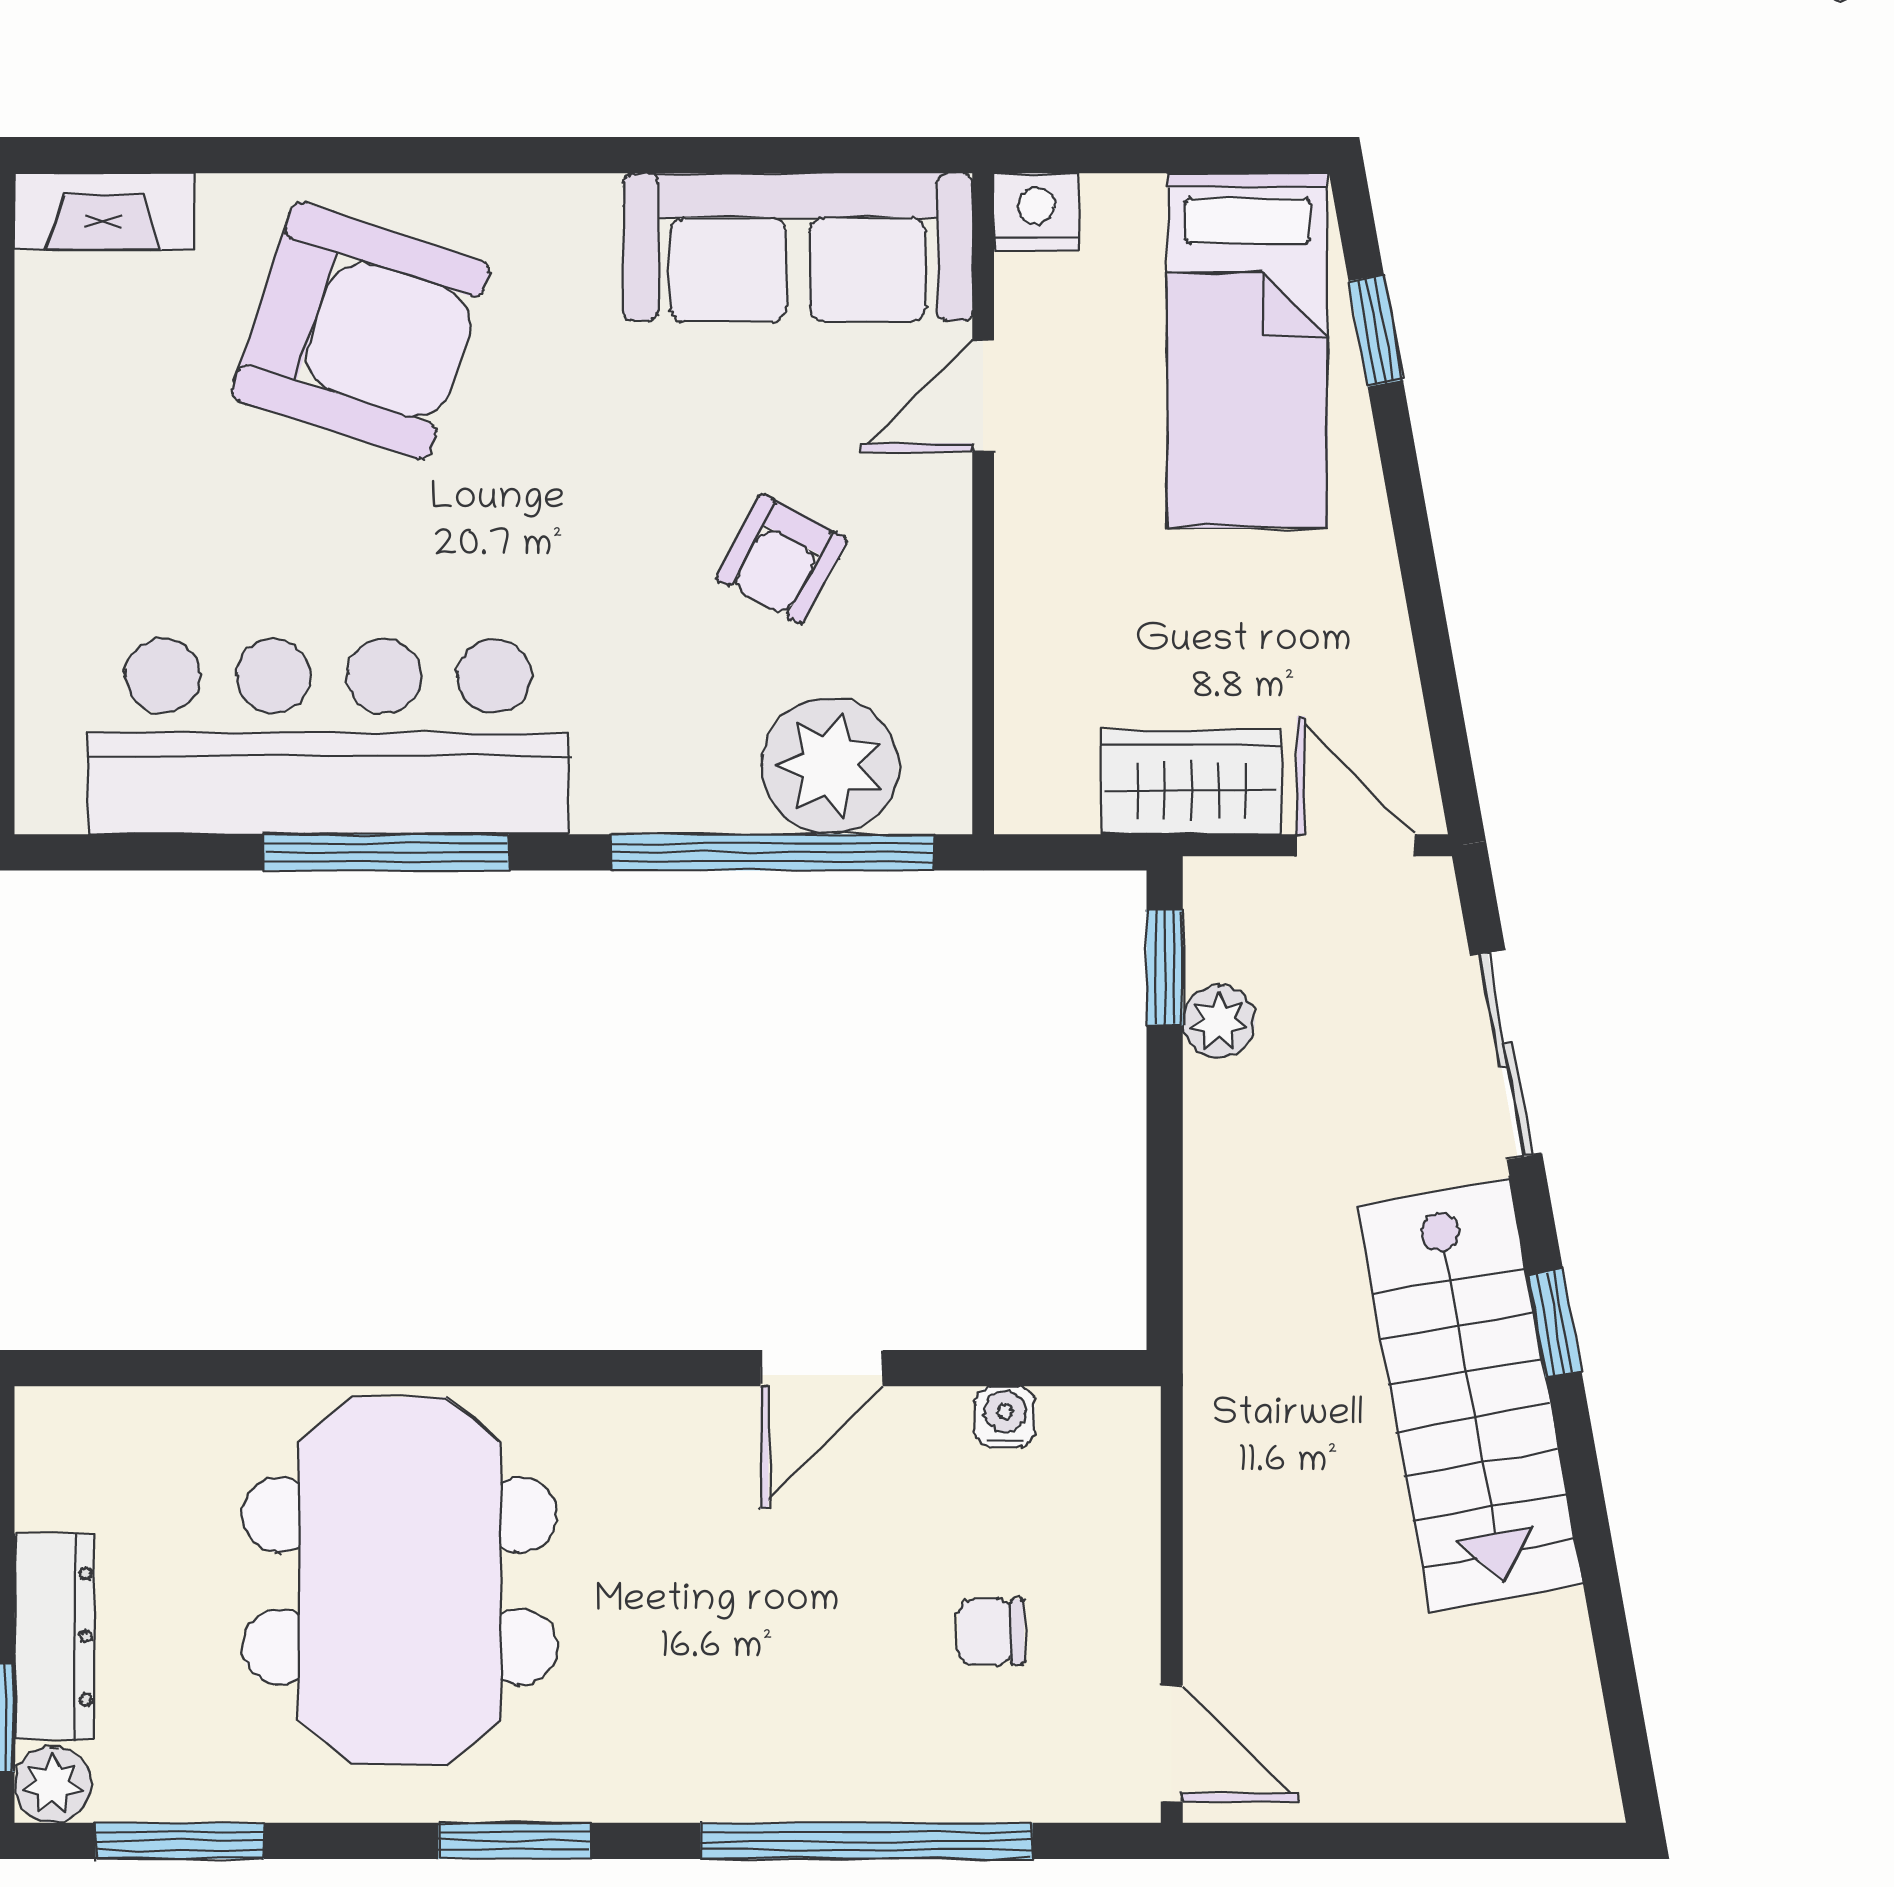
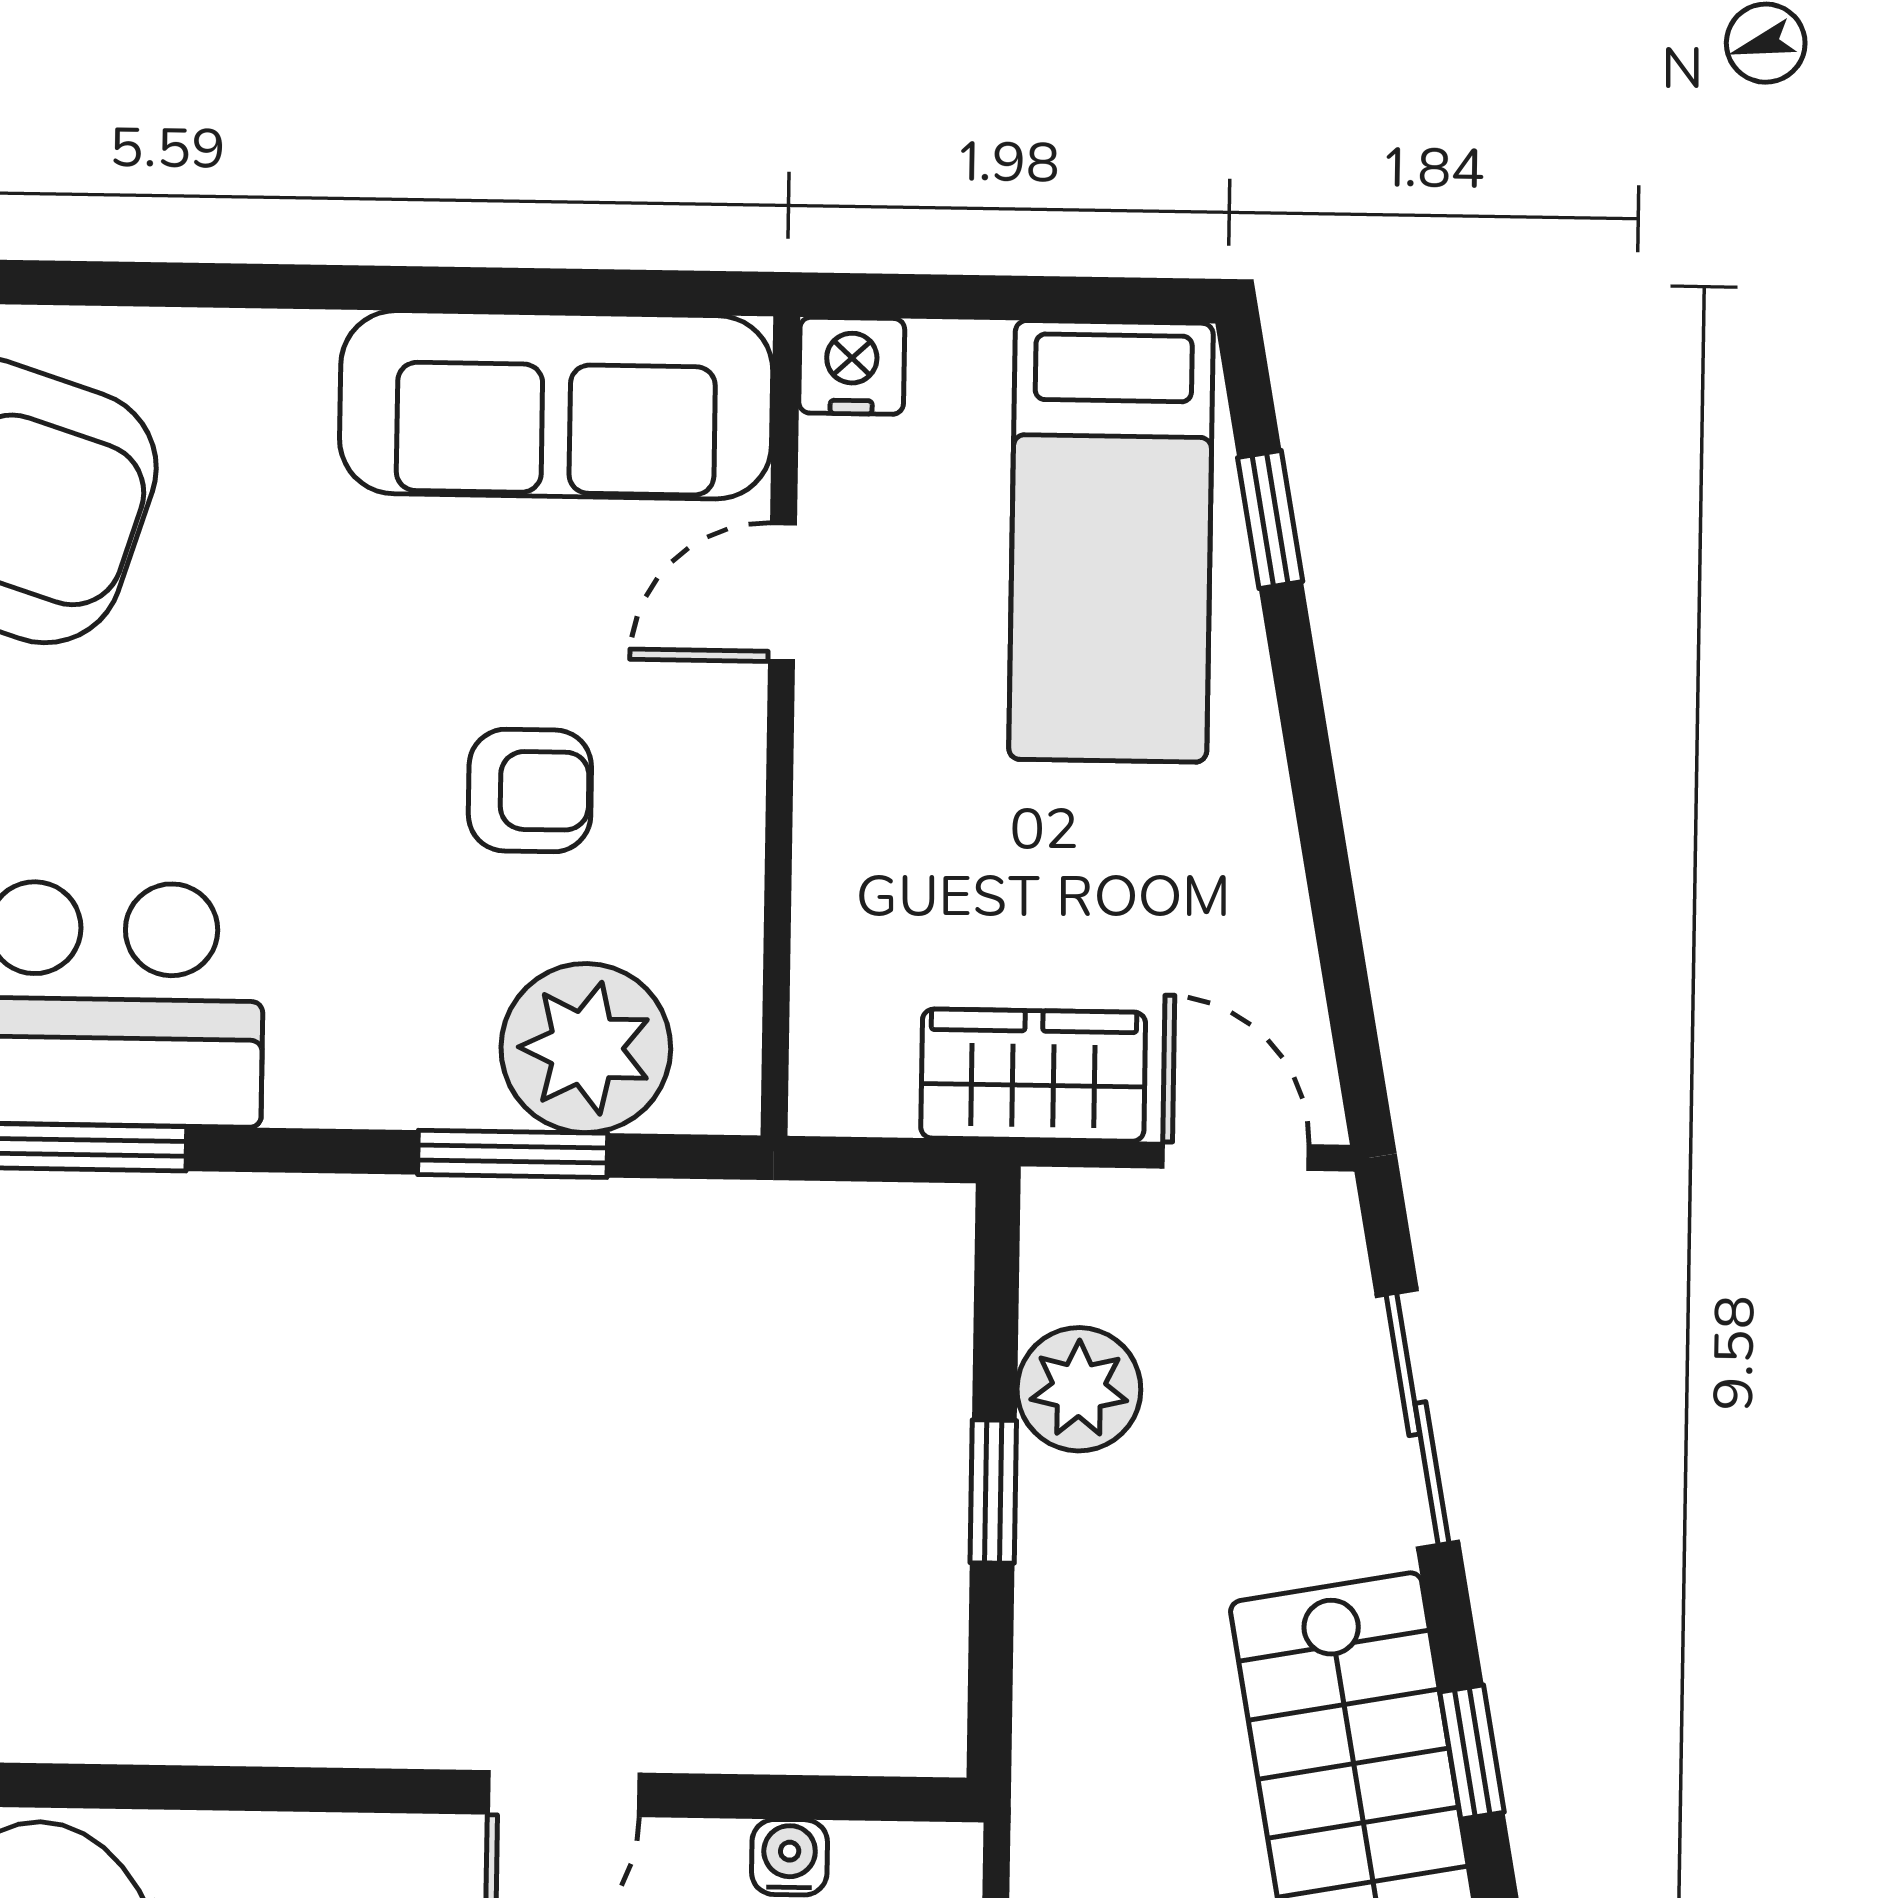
armchair: (782, 559) -> (530, 791), turned -118
window: (772, 852) -> (513, 1154), width x0.47
window: (1165, 968) -> (993, 1492), moved
plant: (1219, 1022) -> (1079, 1389), width x1.38, depth x1.38

